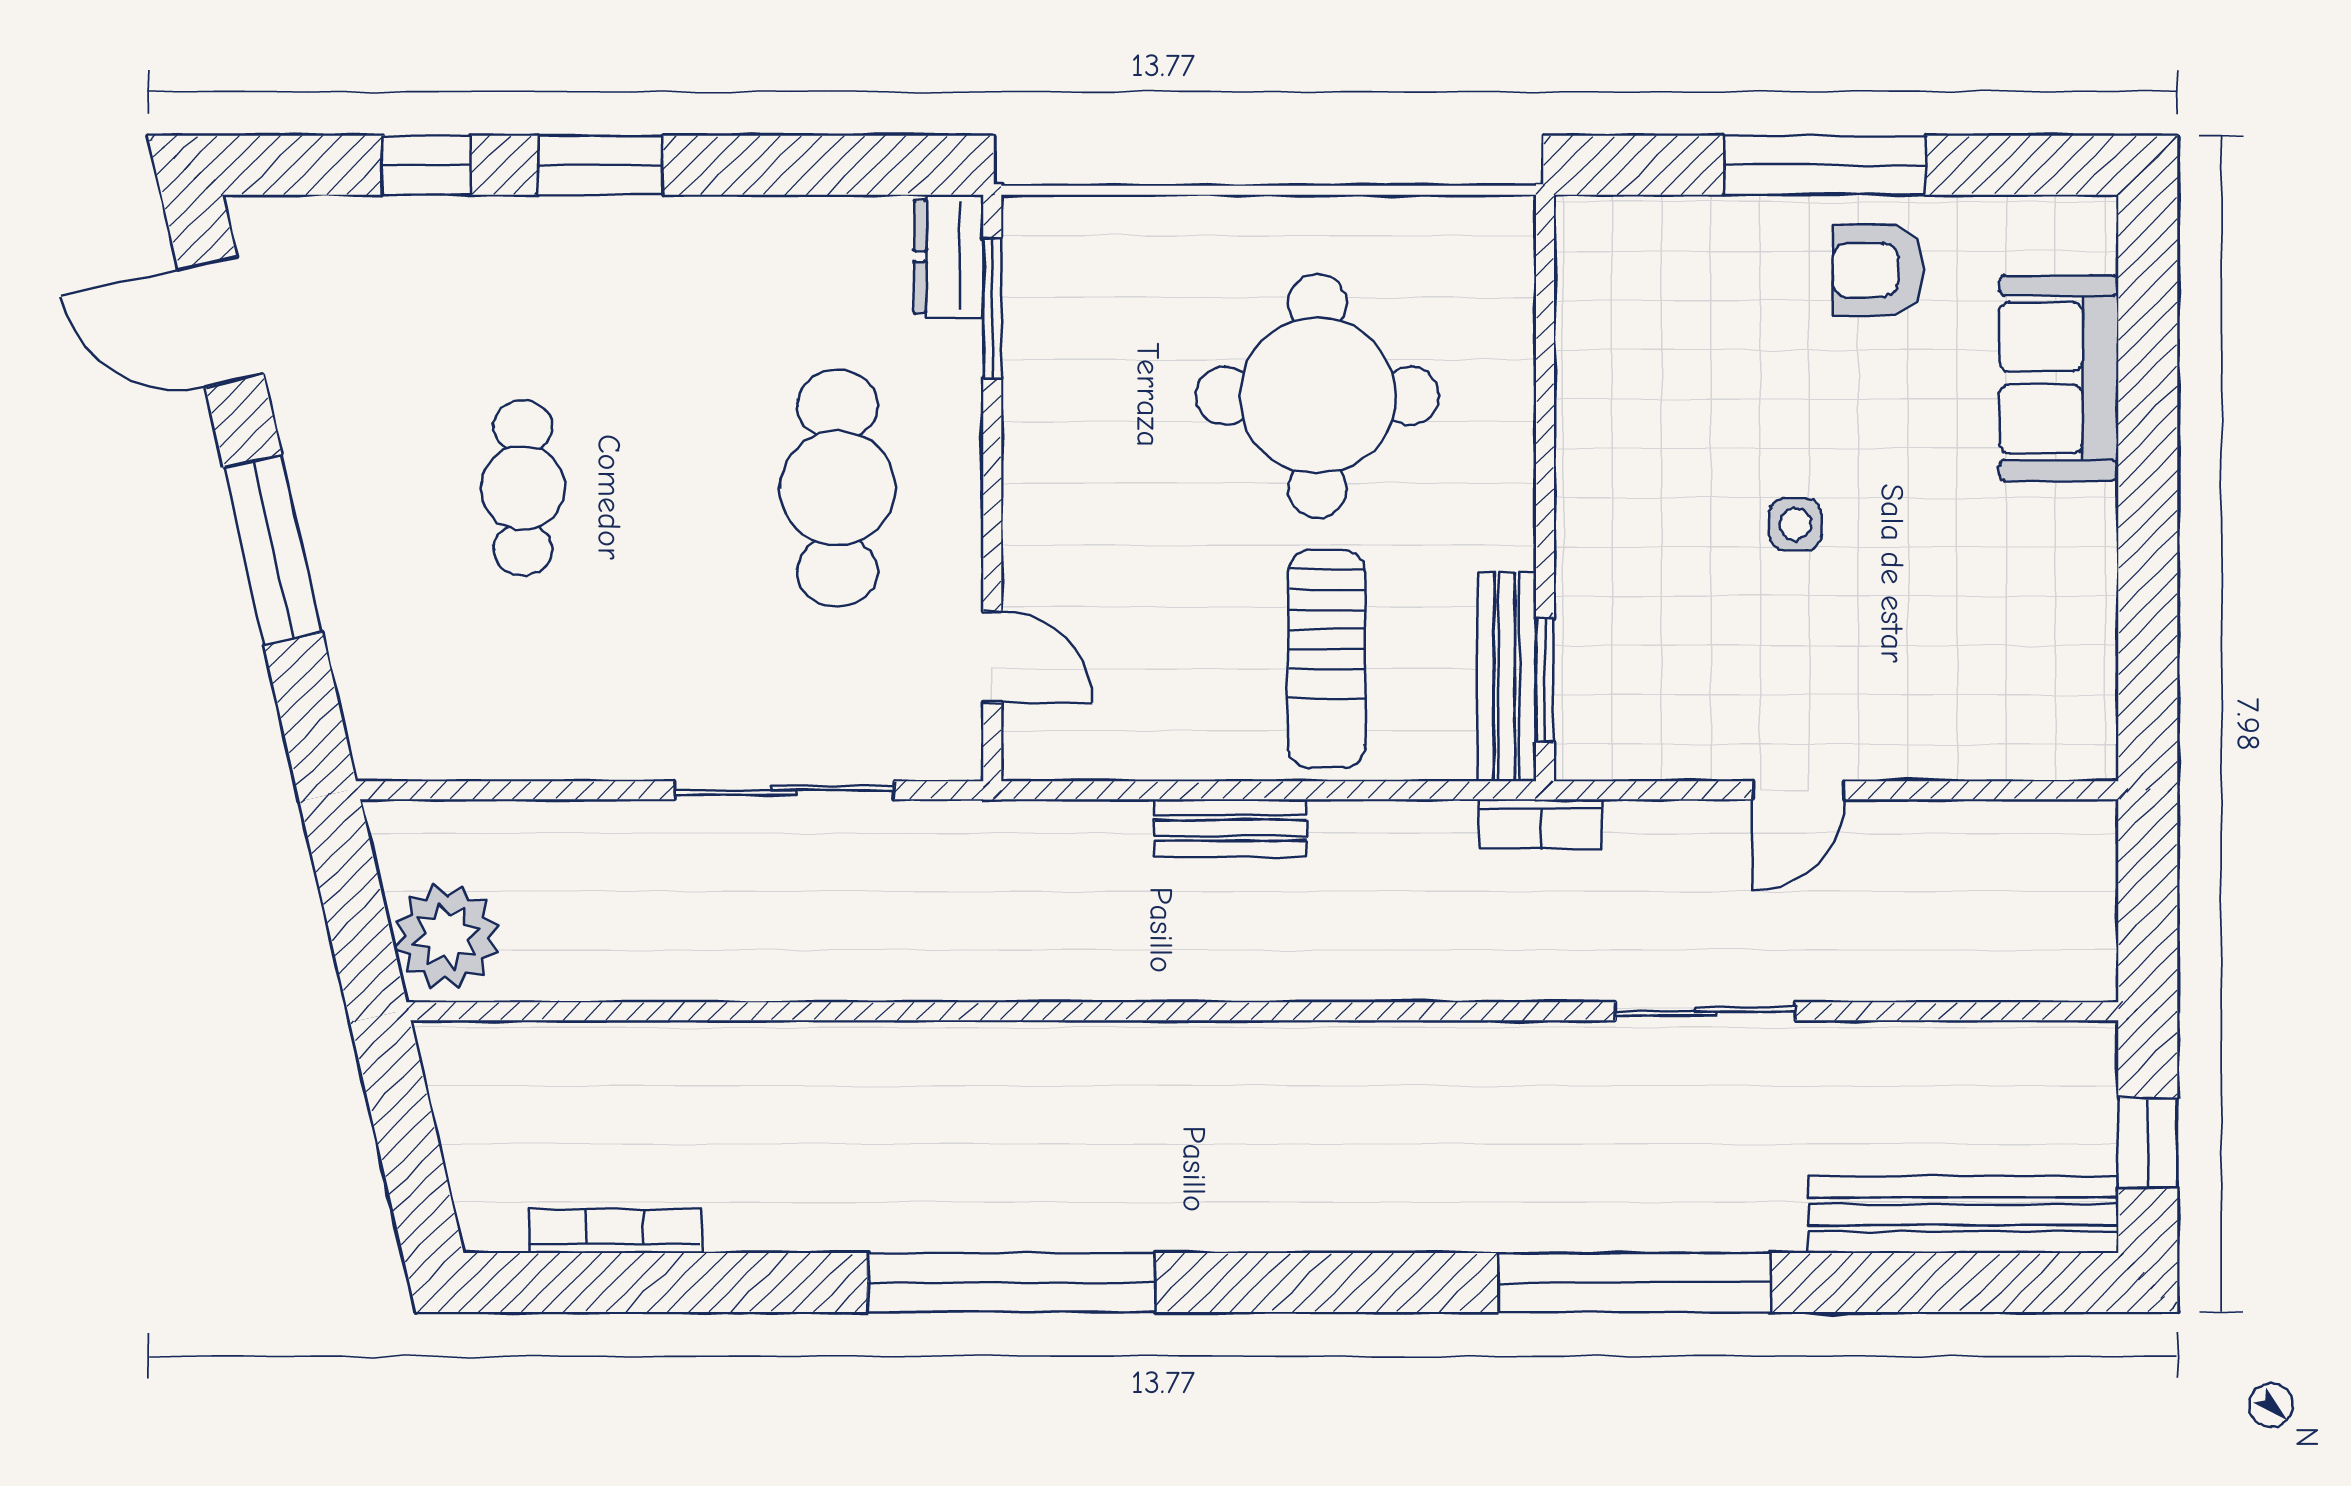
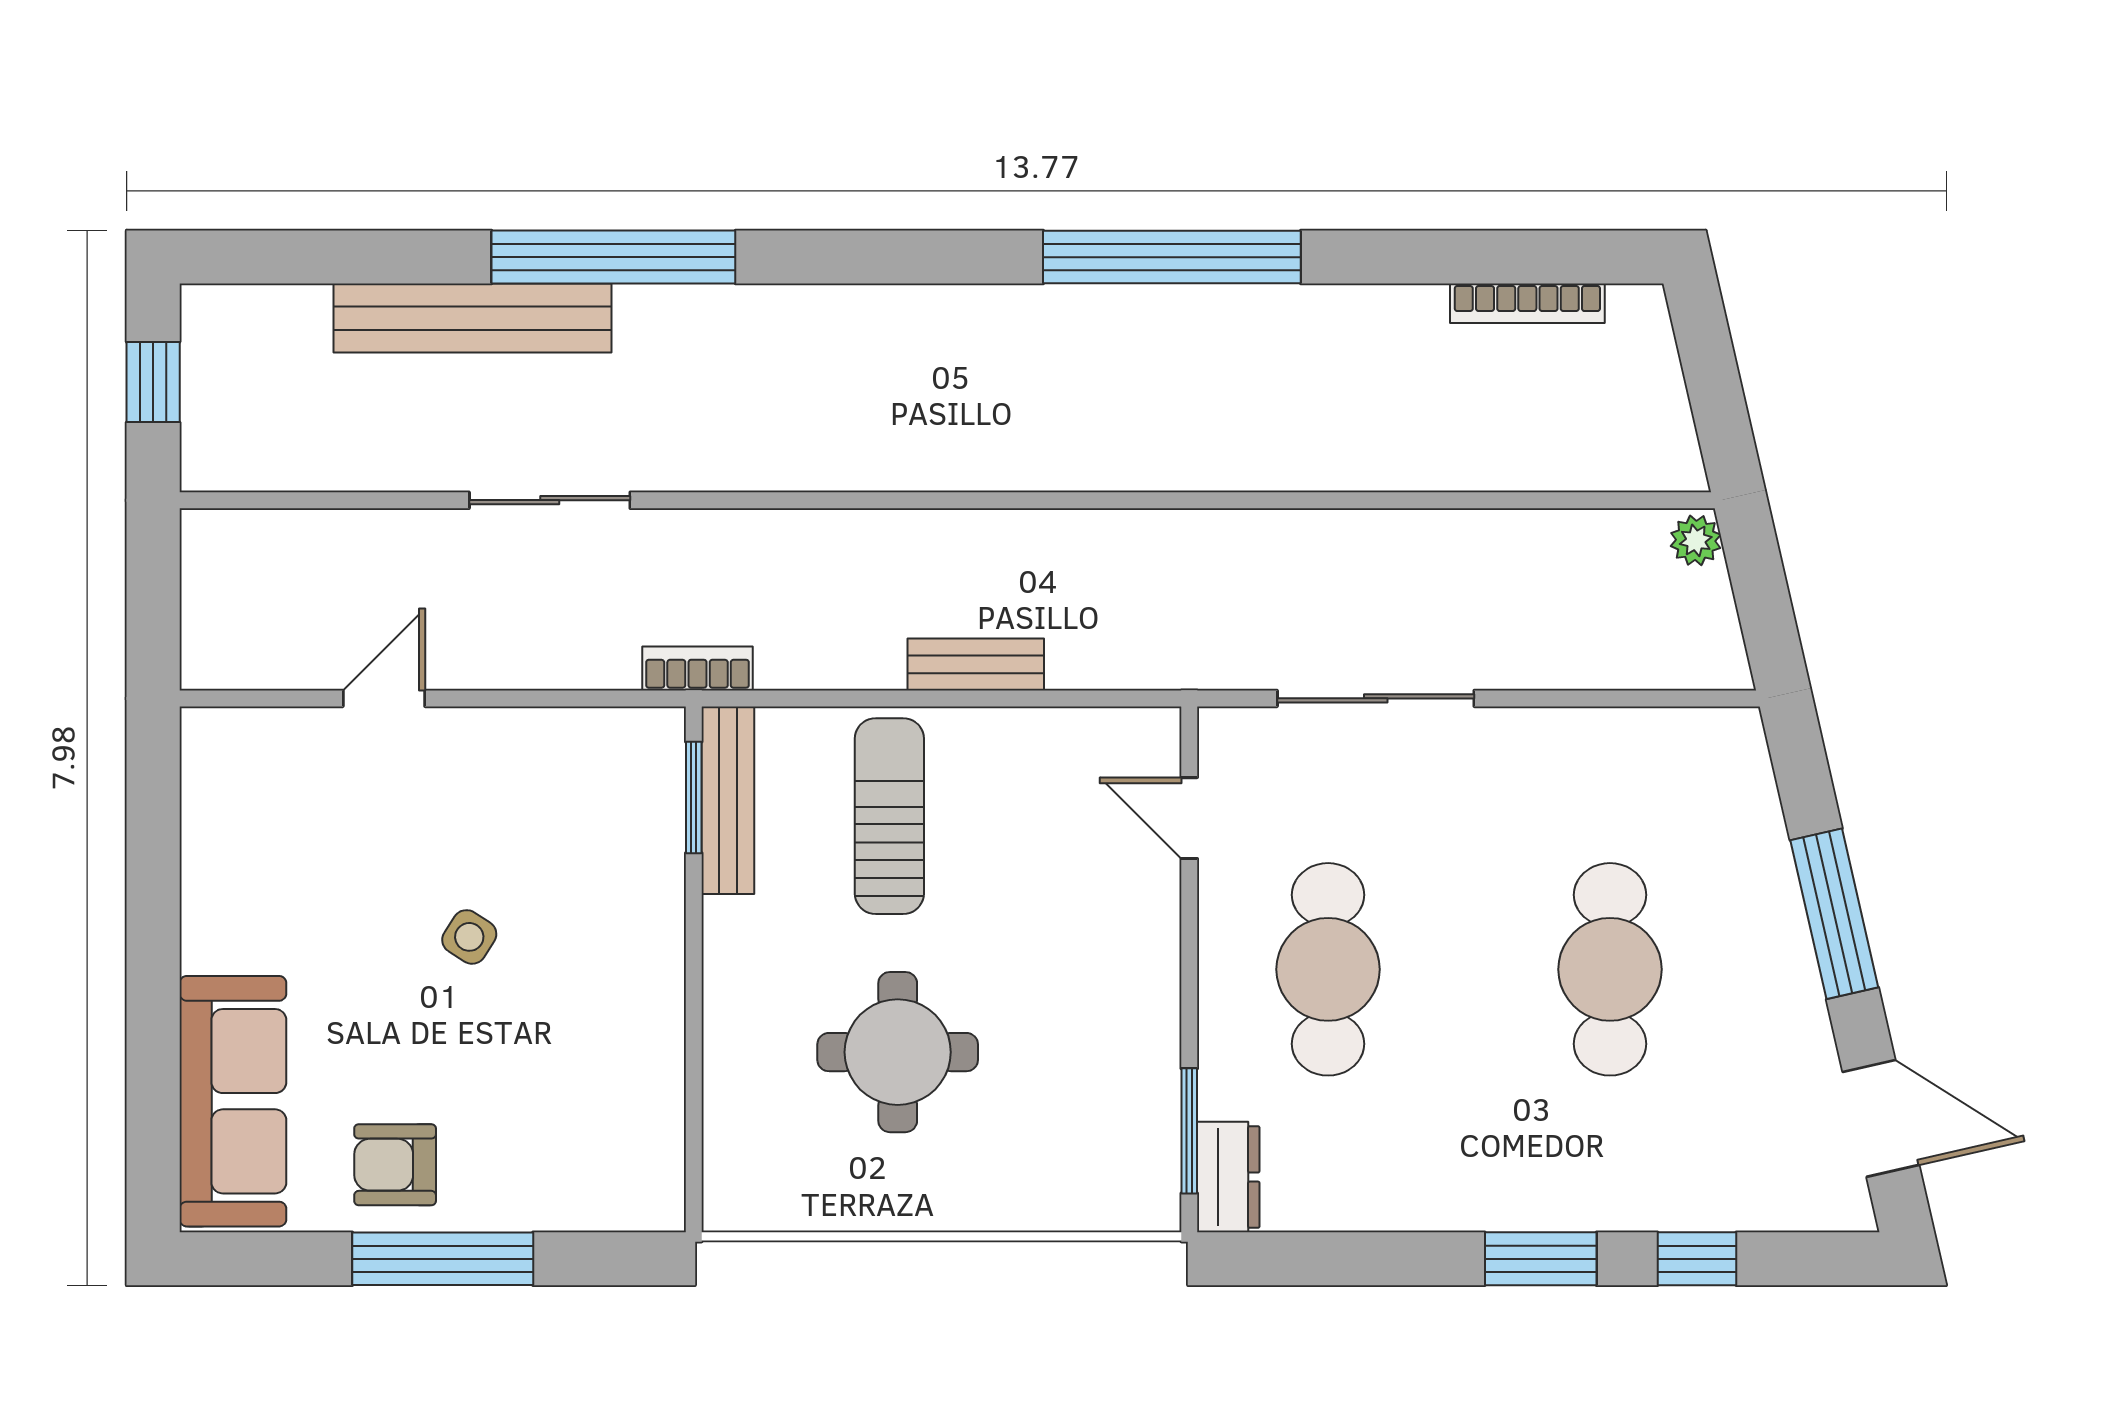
armchair: (1878, 270) -> (395, 1165), turned 180
sofa: (2059, 378) -> (233, 1101), width x1.36
round table: (1317, 396) -> (898, 1052), width x0.73, depth x0.73
cafe table: (523, 488) -> (1610, 969), width x1.37, depth x1.35
side table: (1795, 524) -> (469, 937), turned 33
door: (1798, 790) -> (384, 698), moved
plant: (446, 936) -> (1696, 540), width x0.53, depth x0.53
bench: (1963, 1214) -> (473, 318), moved

